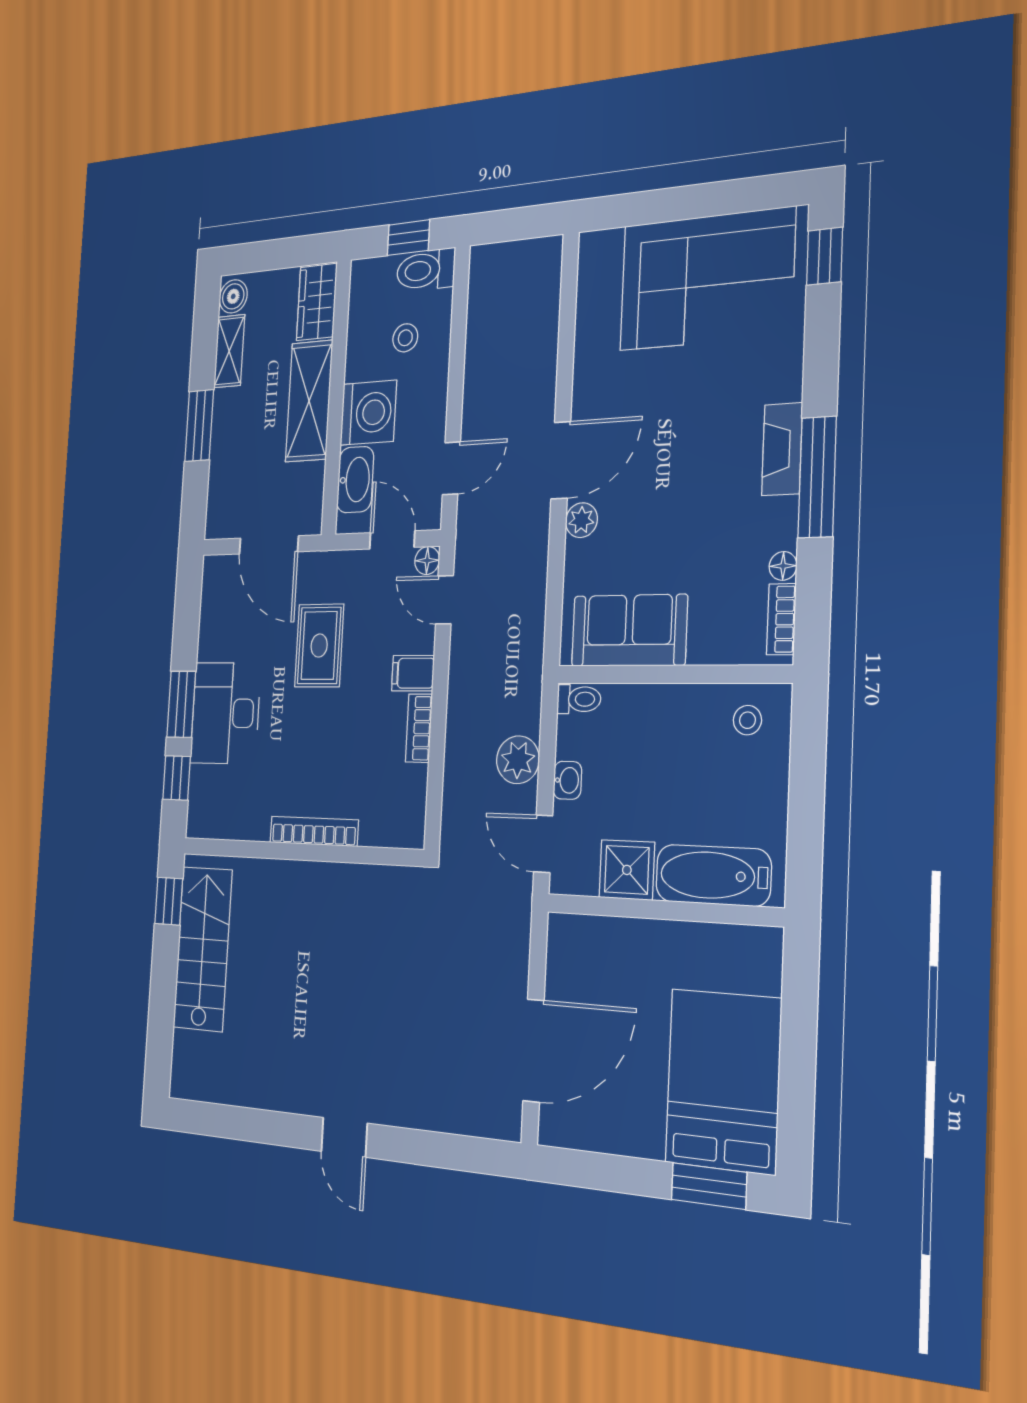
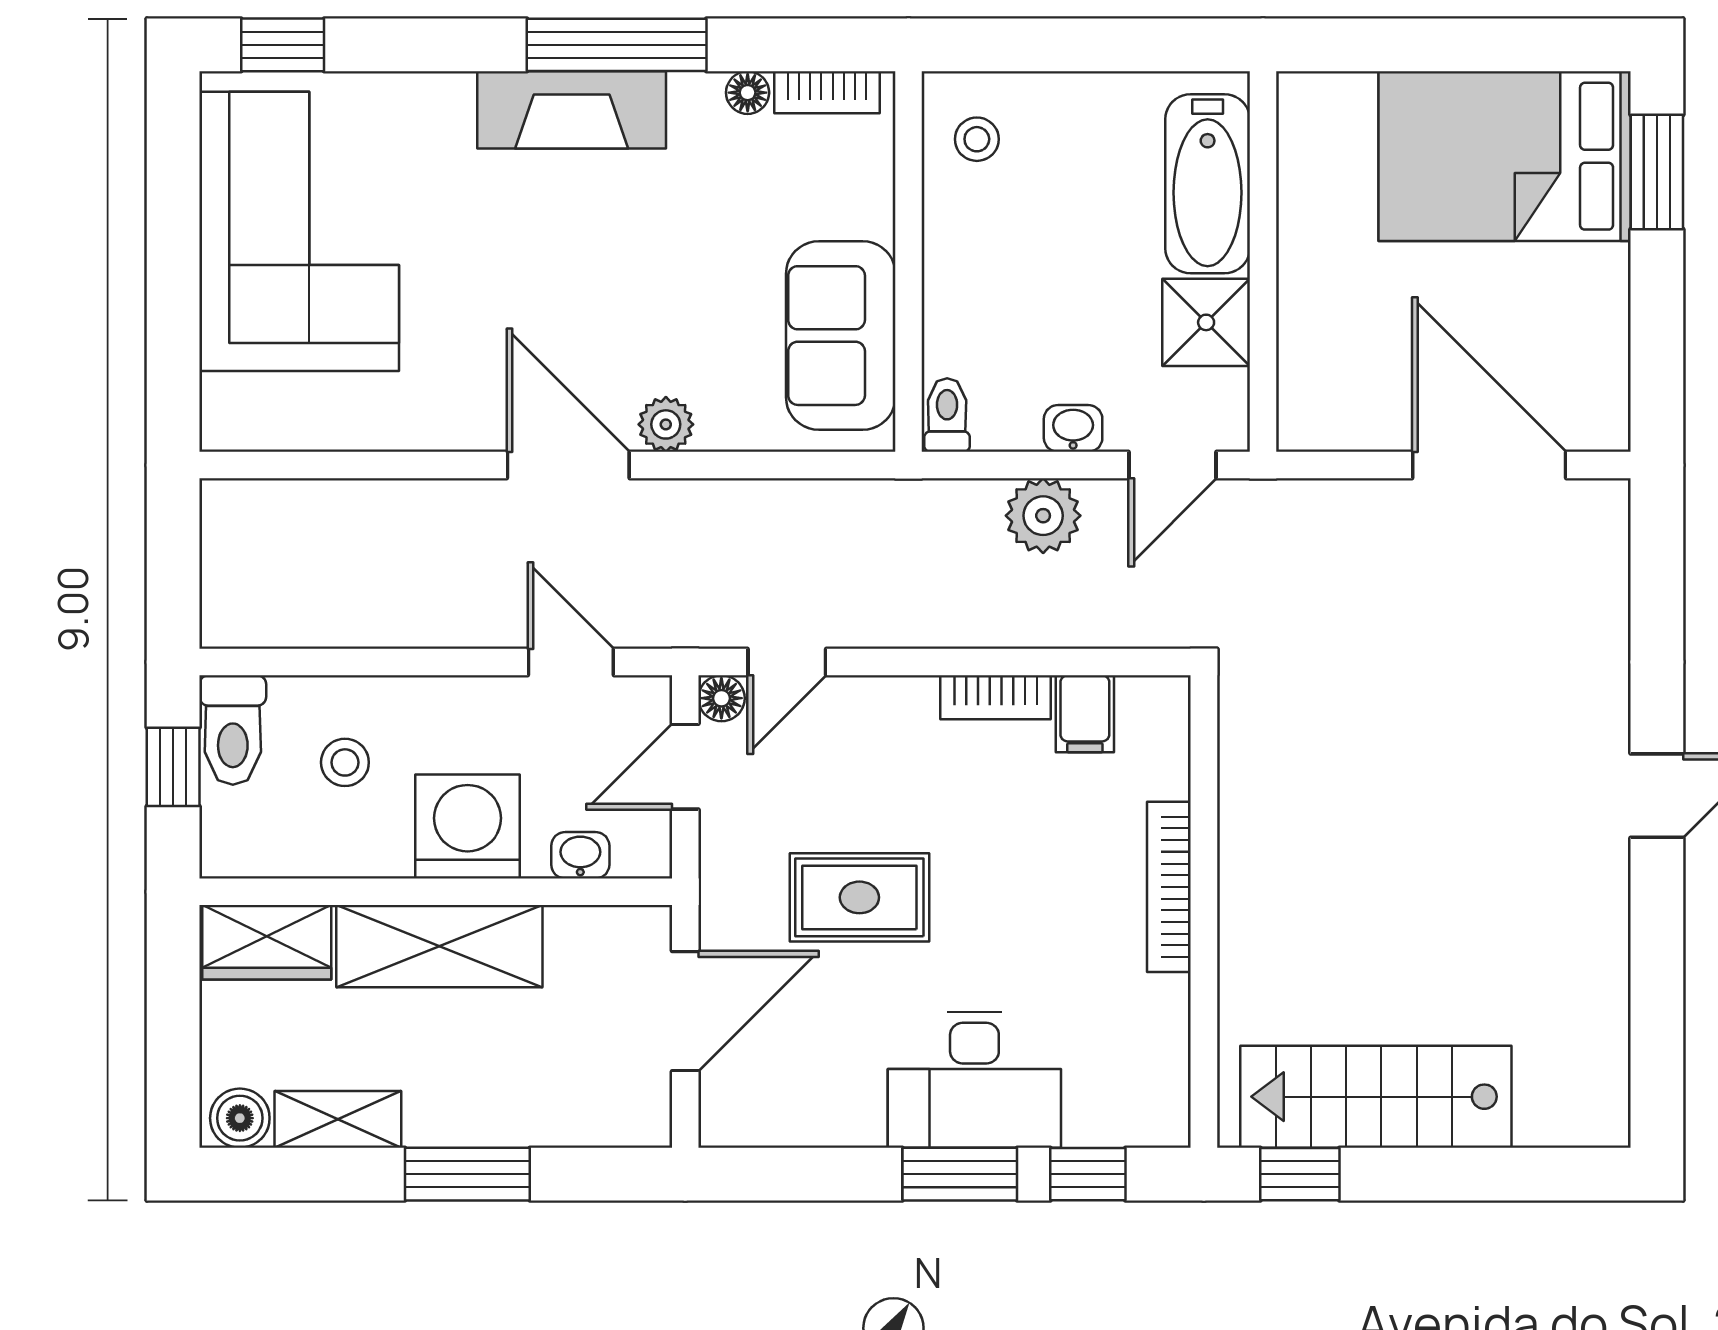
fireplace: (782, 449) -> (572, 110), width x1.37, depth x1.32
washbasin: (355, 480) -> (580, 855), width x0.52, depth x0.69
filing cabinet: (413, 673) -> (1085, 714), moved

